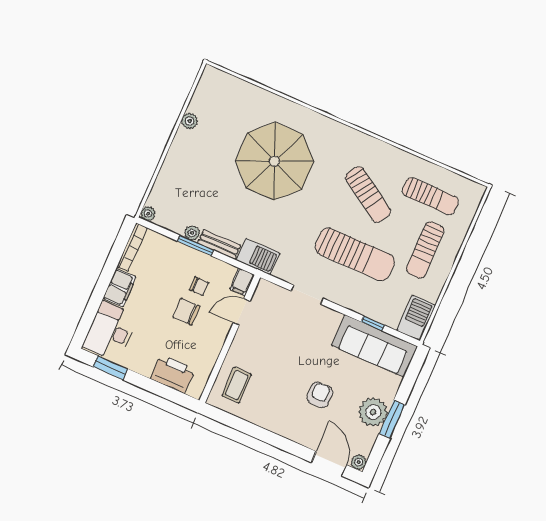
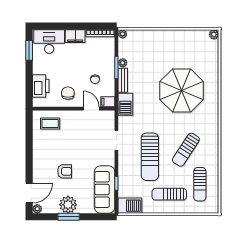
plant: (190, 121) -> (214, 34), moved
chair: (186, 312) -> (68, 93), moved

